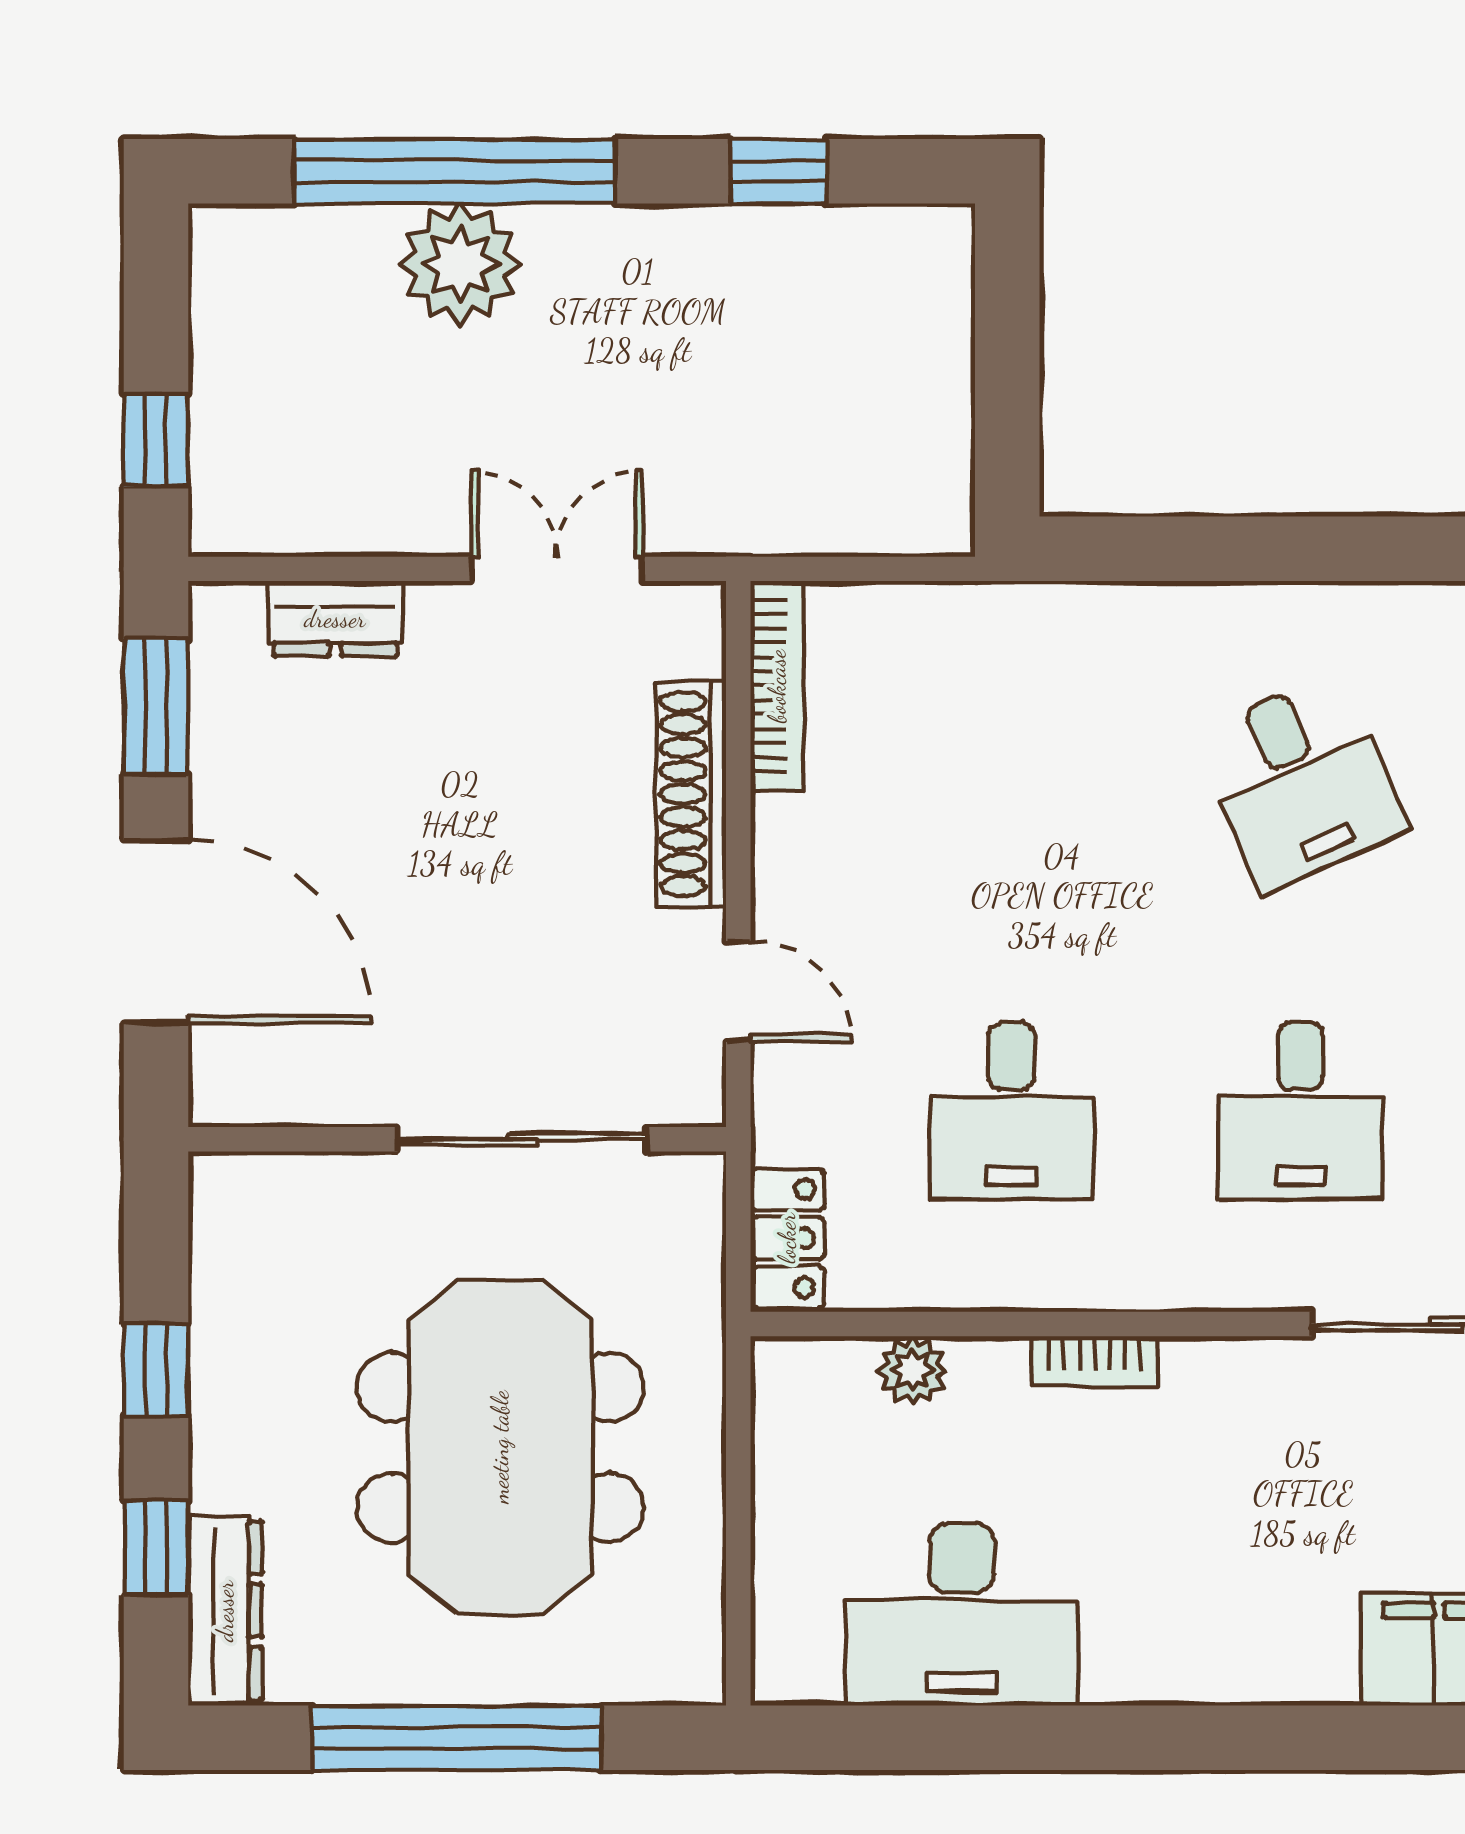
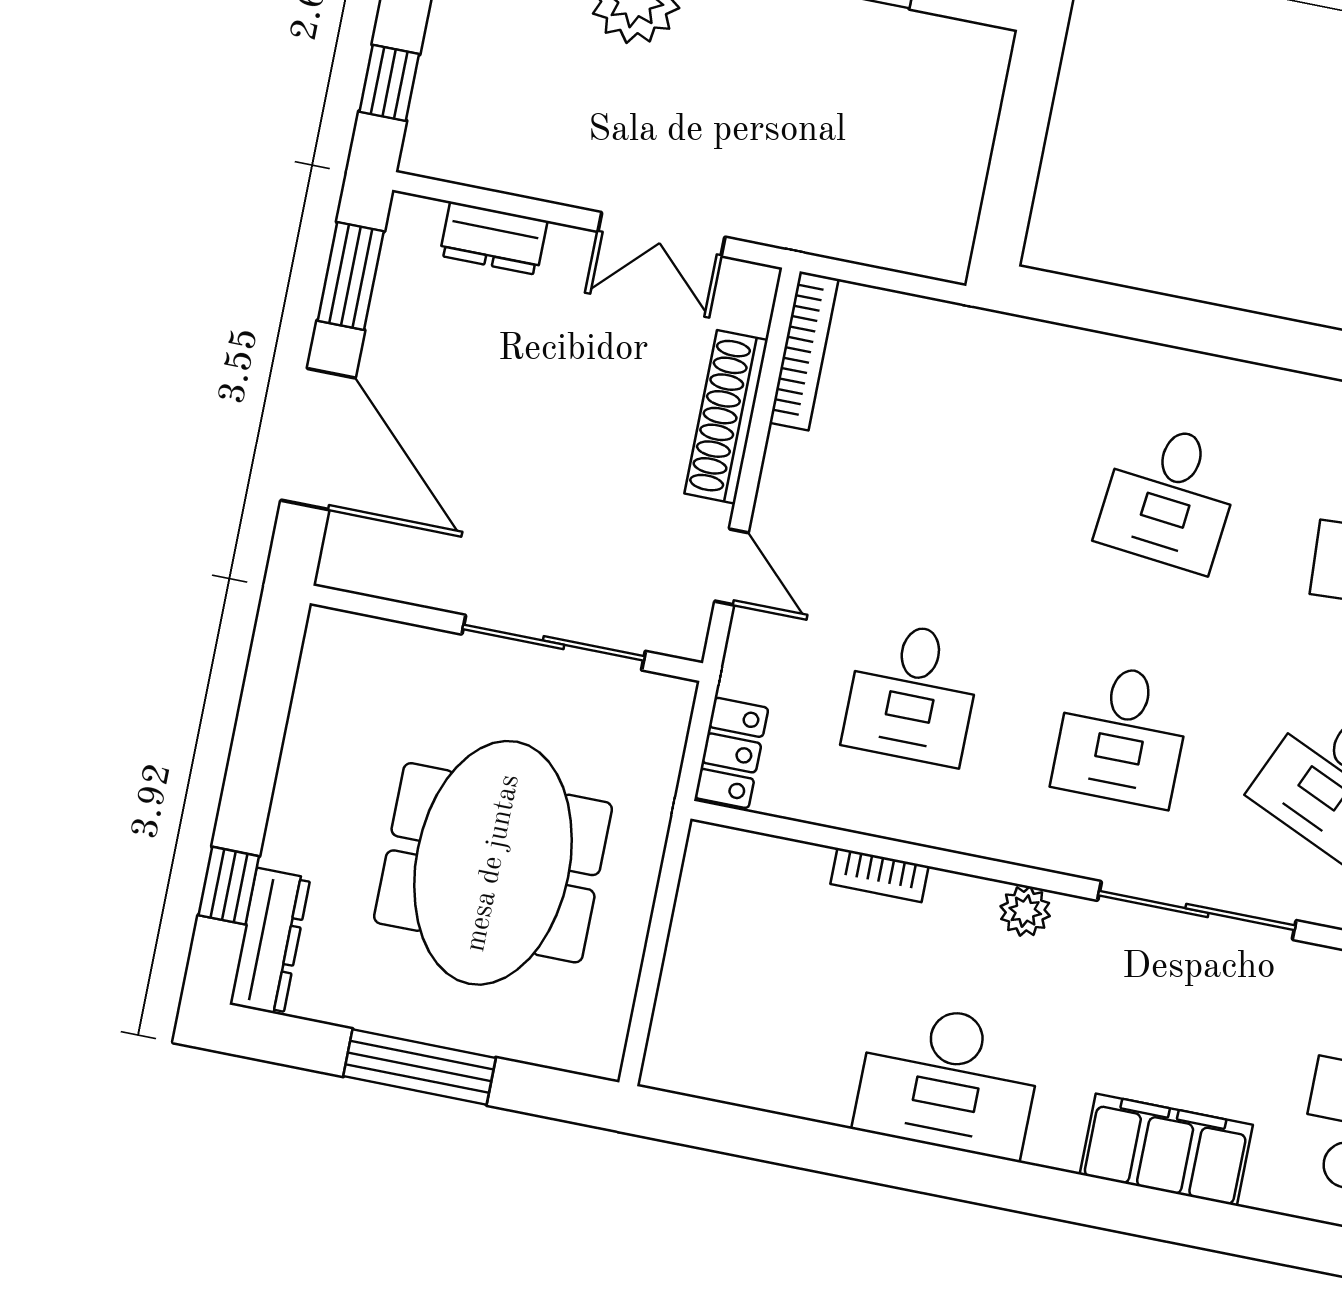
double door: (557, 569) -> (661, 234), swing flipped
desk: (1301, 782) -> (1169, 496), turned 30
bookcase: (1094, 1361) -> (879, 875), moved
window: (156, 1370) -> (255, 757), removed
plant: (913, 1370) -> (1025, 911), moved
desk: (961, 1614) -> (949, 1080), moved
window: (457, 1738) -> (419, 1067), width x0.68

